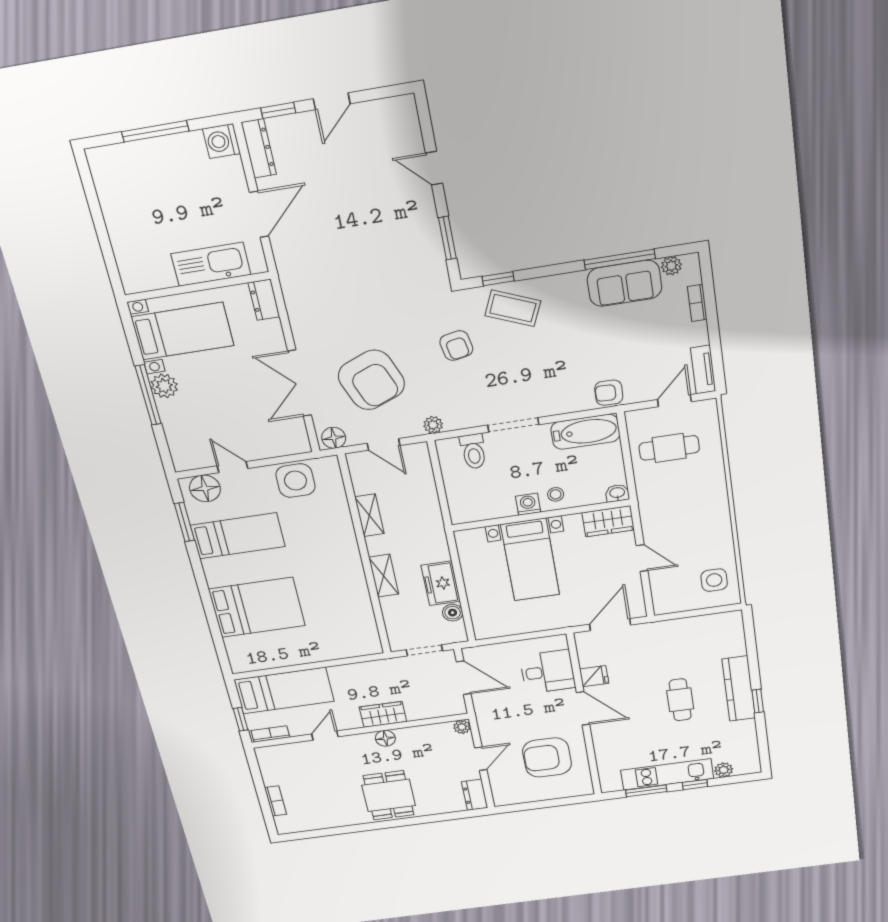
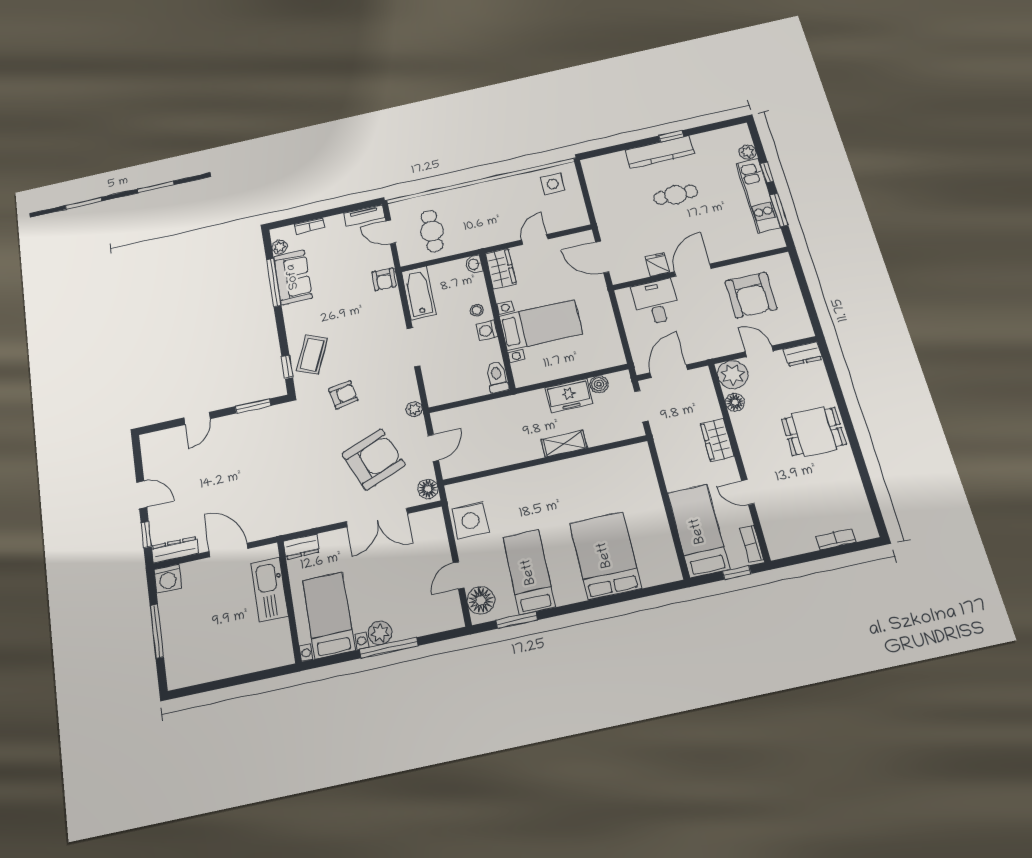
toilet: (473, 451) -> (497, 377), moved, turned -90
shelving: (369, 515) -> (503, 458), removed
plant: (462, 727) -> (733, 374), width x1.88, depth x1.88
floor lamp: (385, 738) -> (735, 402), moved

